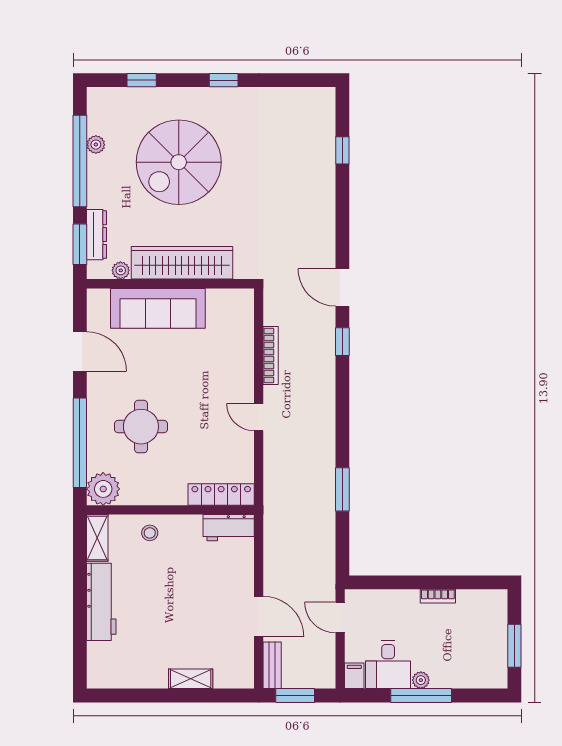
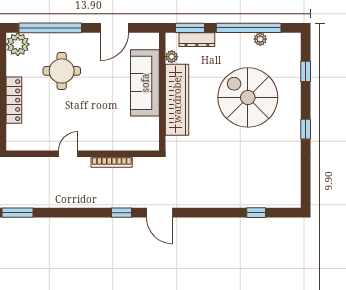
door: (342, 288) -> (160, 213), swing flipped
locker: (221, 495) -> (14, 100), moved

